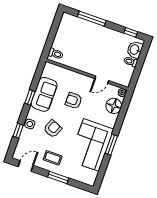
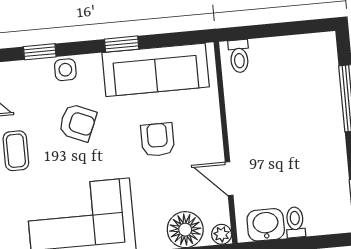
washbasin: (135, 50) -> (266, 225), moved
sofa: (44, 94) -> (156, 70), width x1.36

